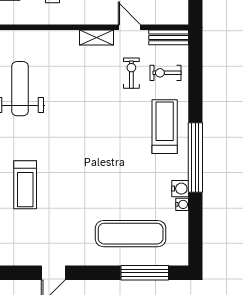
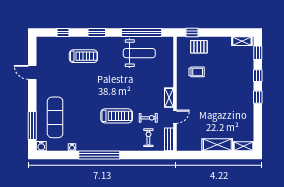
treadmill: (165, 127) -> (117, 116), moved
treadmill: (25, 185) -> (83, 56), turned 180
water cooler: (180, 189) -> (41, 146), moved

